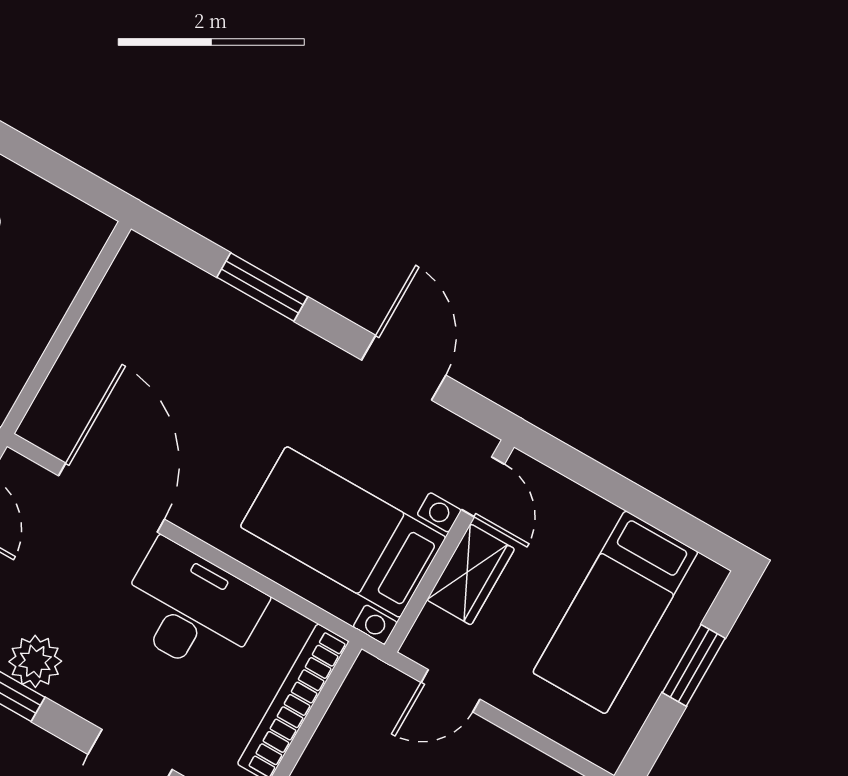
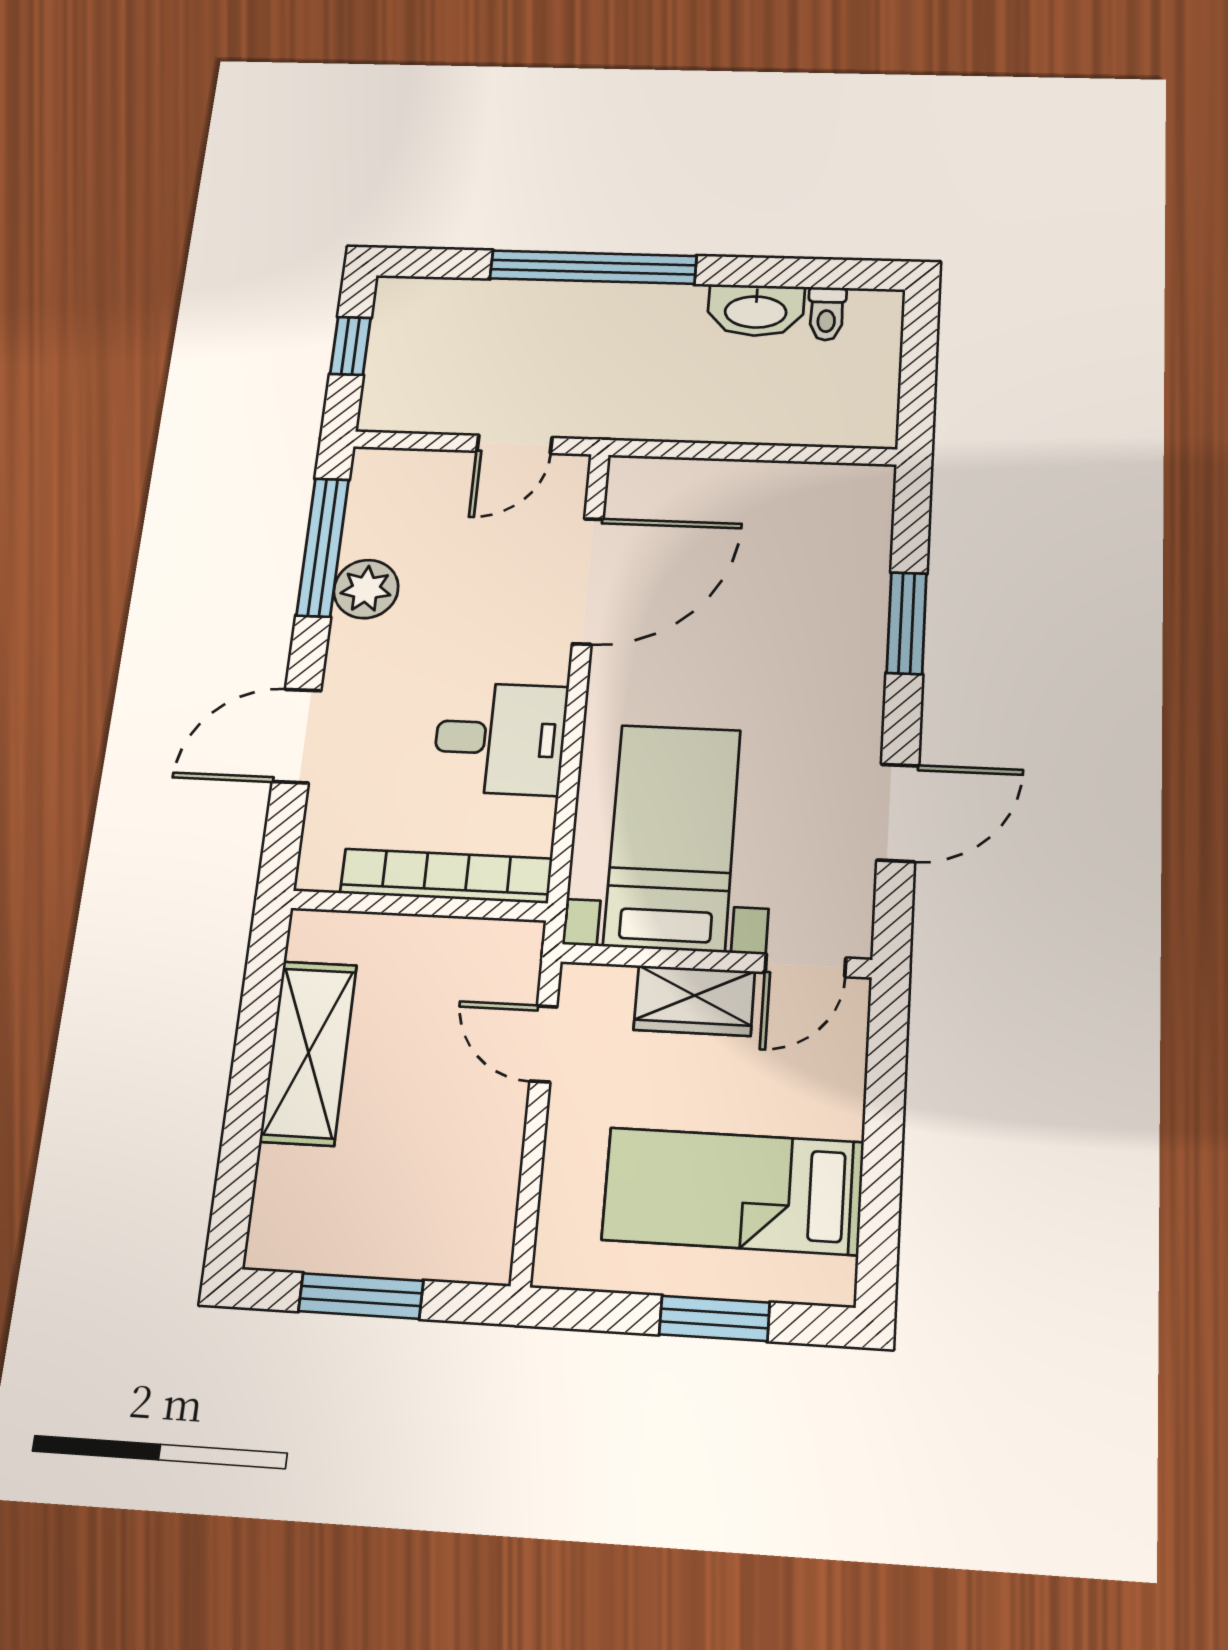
desk: (191, 609) -> (500, 738), width x0.73

